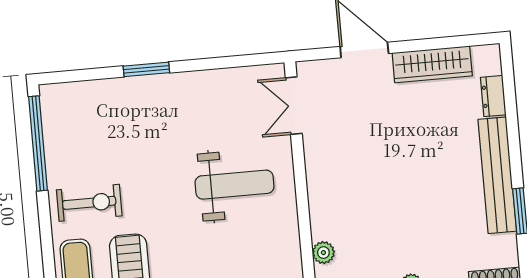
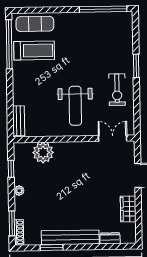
wardrobe: (432, 64) -> (128, 209), width x0.67
exercise bike: (89, 203) -> (117, 90), moved
plant: (323, 253) -> (43, 153), width x1.87, depth x1.87

